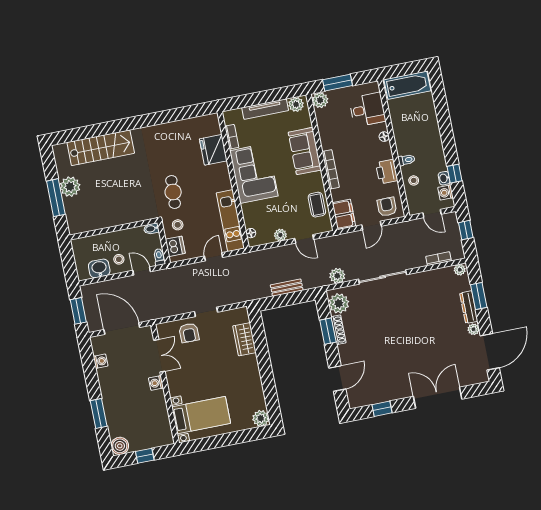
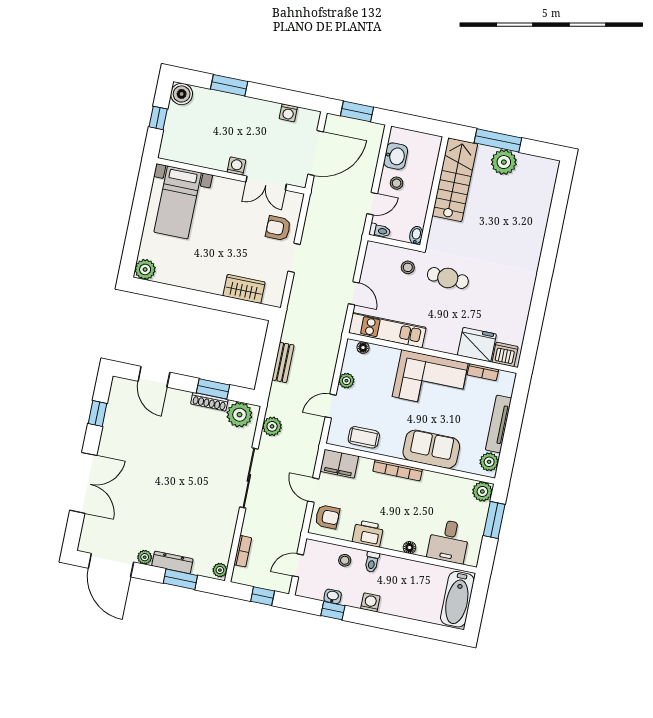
stairs: (101, 148) -> (455, 180), moved, turned 180
washing machine: (446, 193) -> (370, 602), moved
dishwasher: (175, 246) -> (505, 354), moved, turned 180

